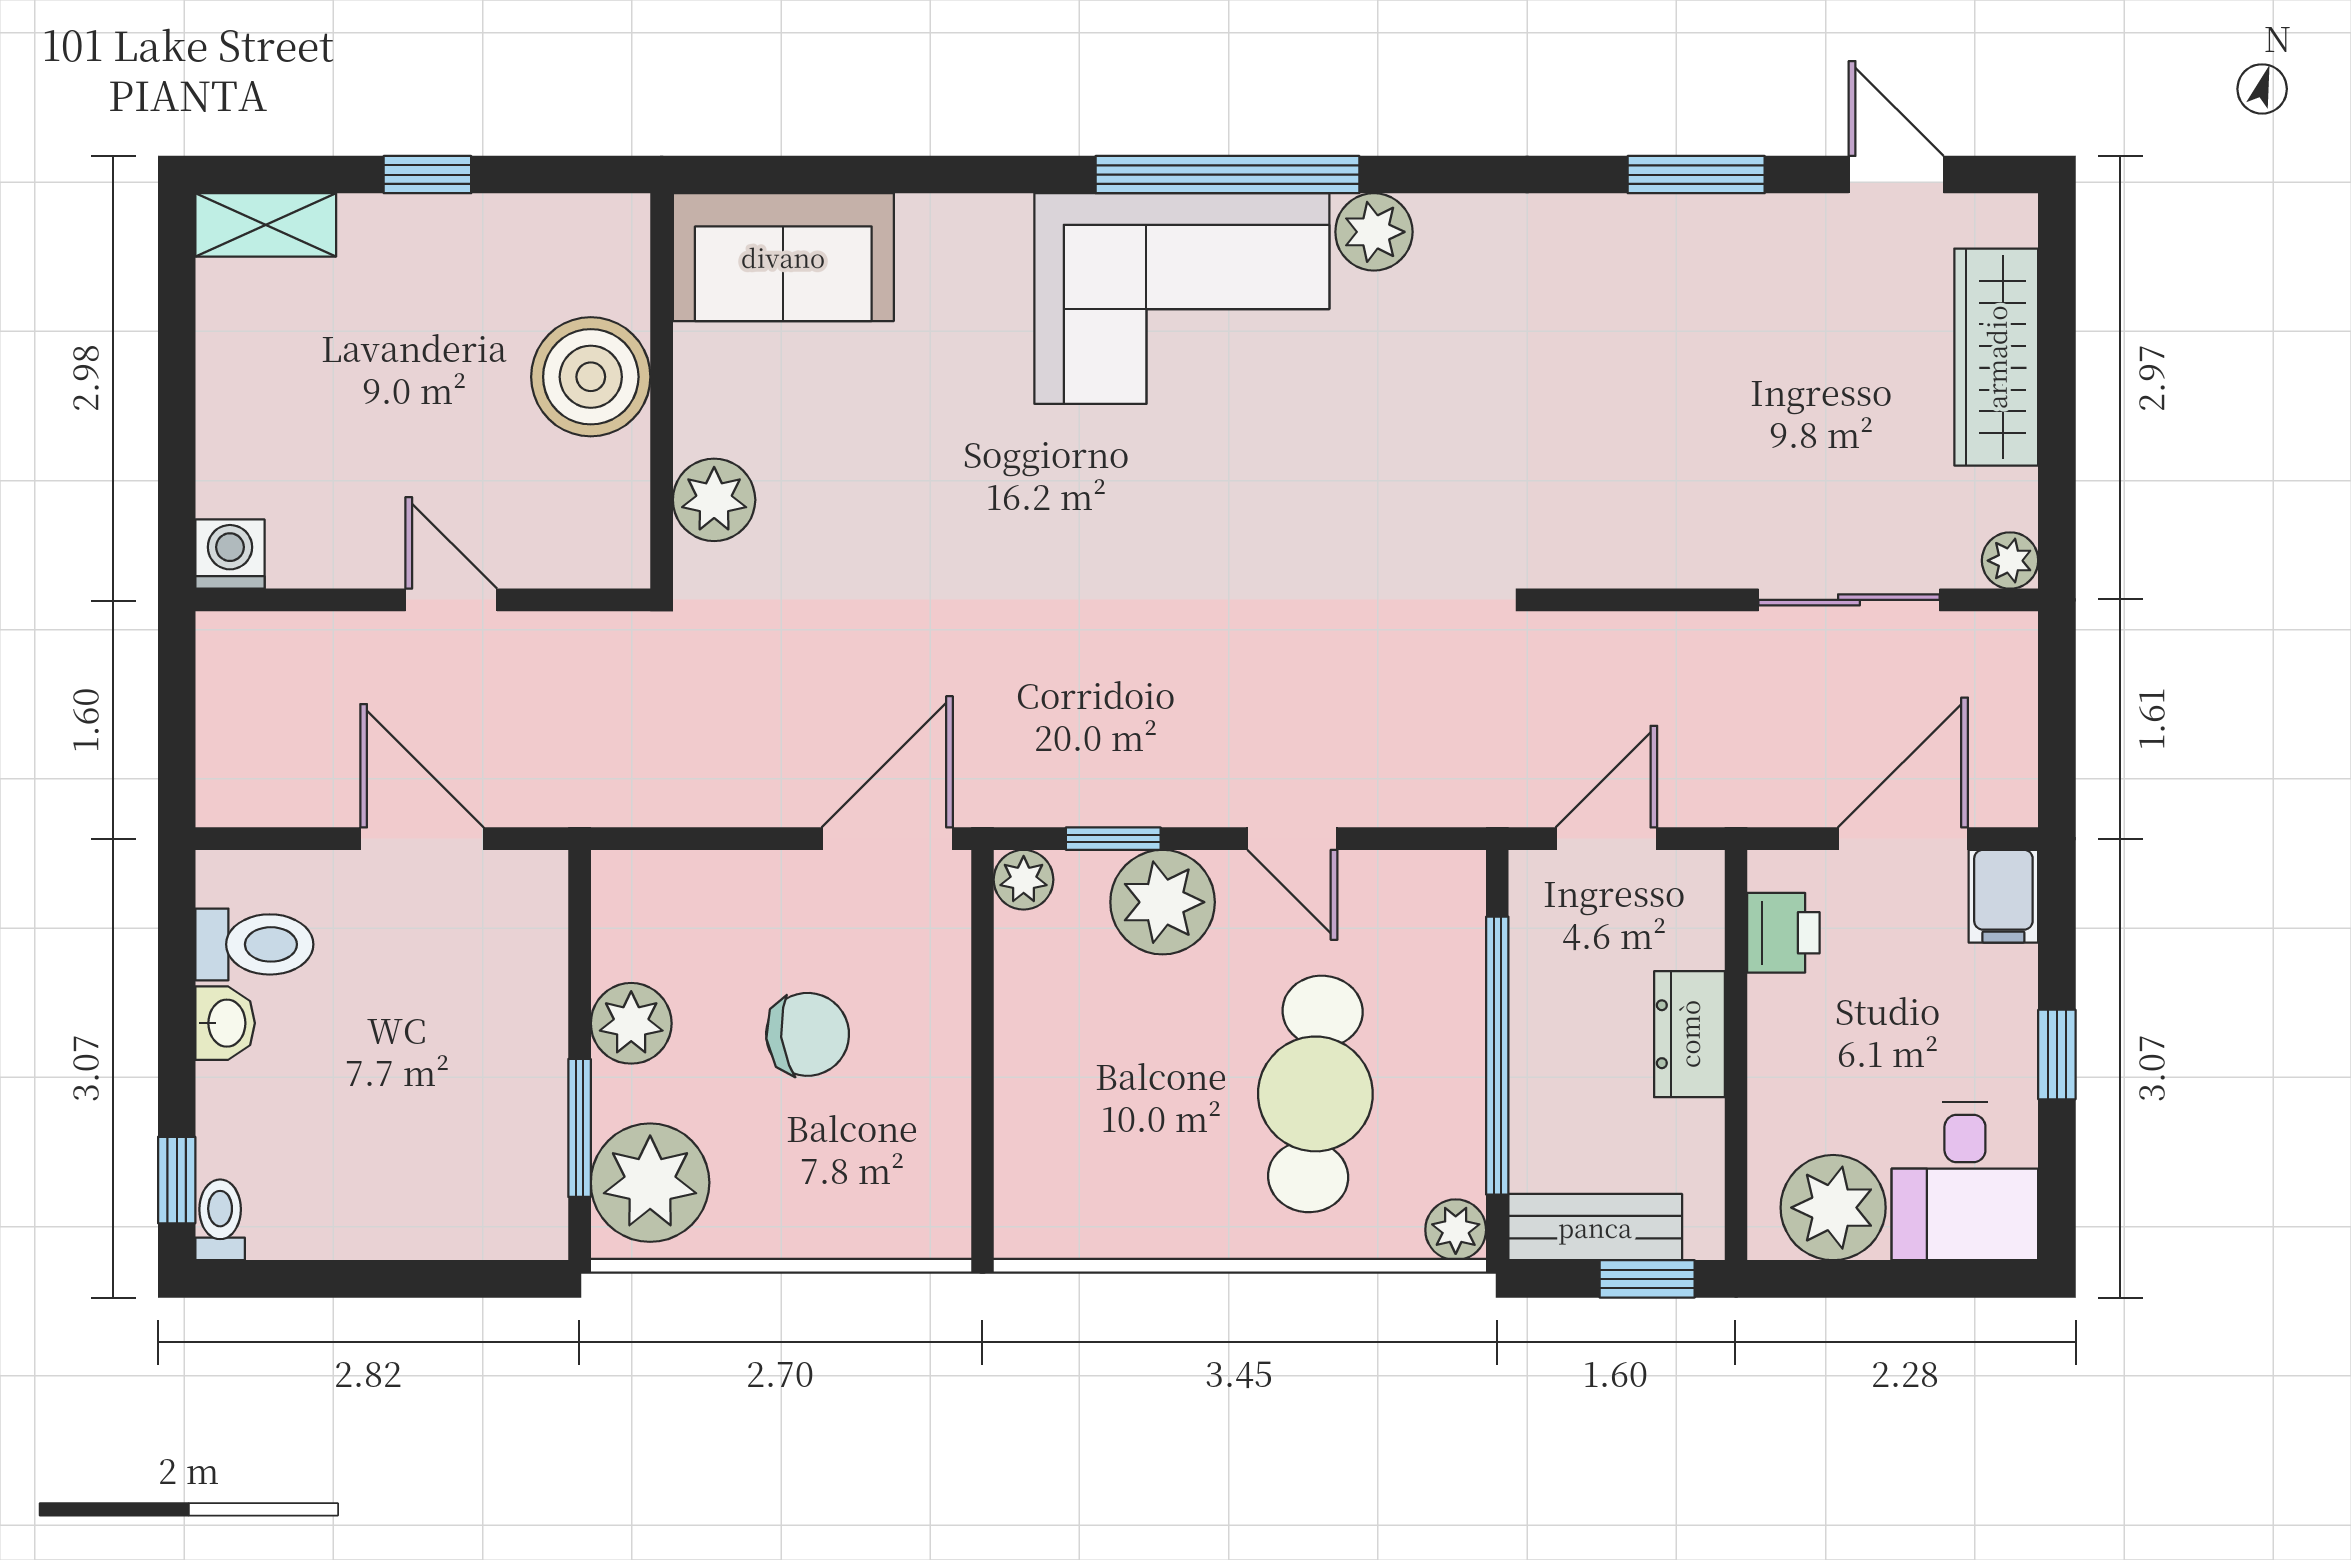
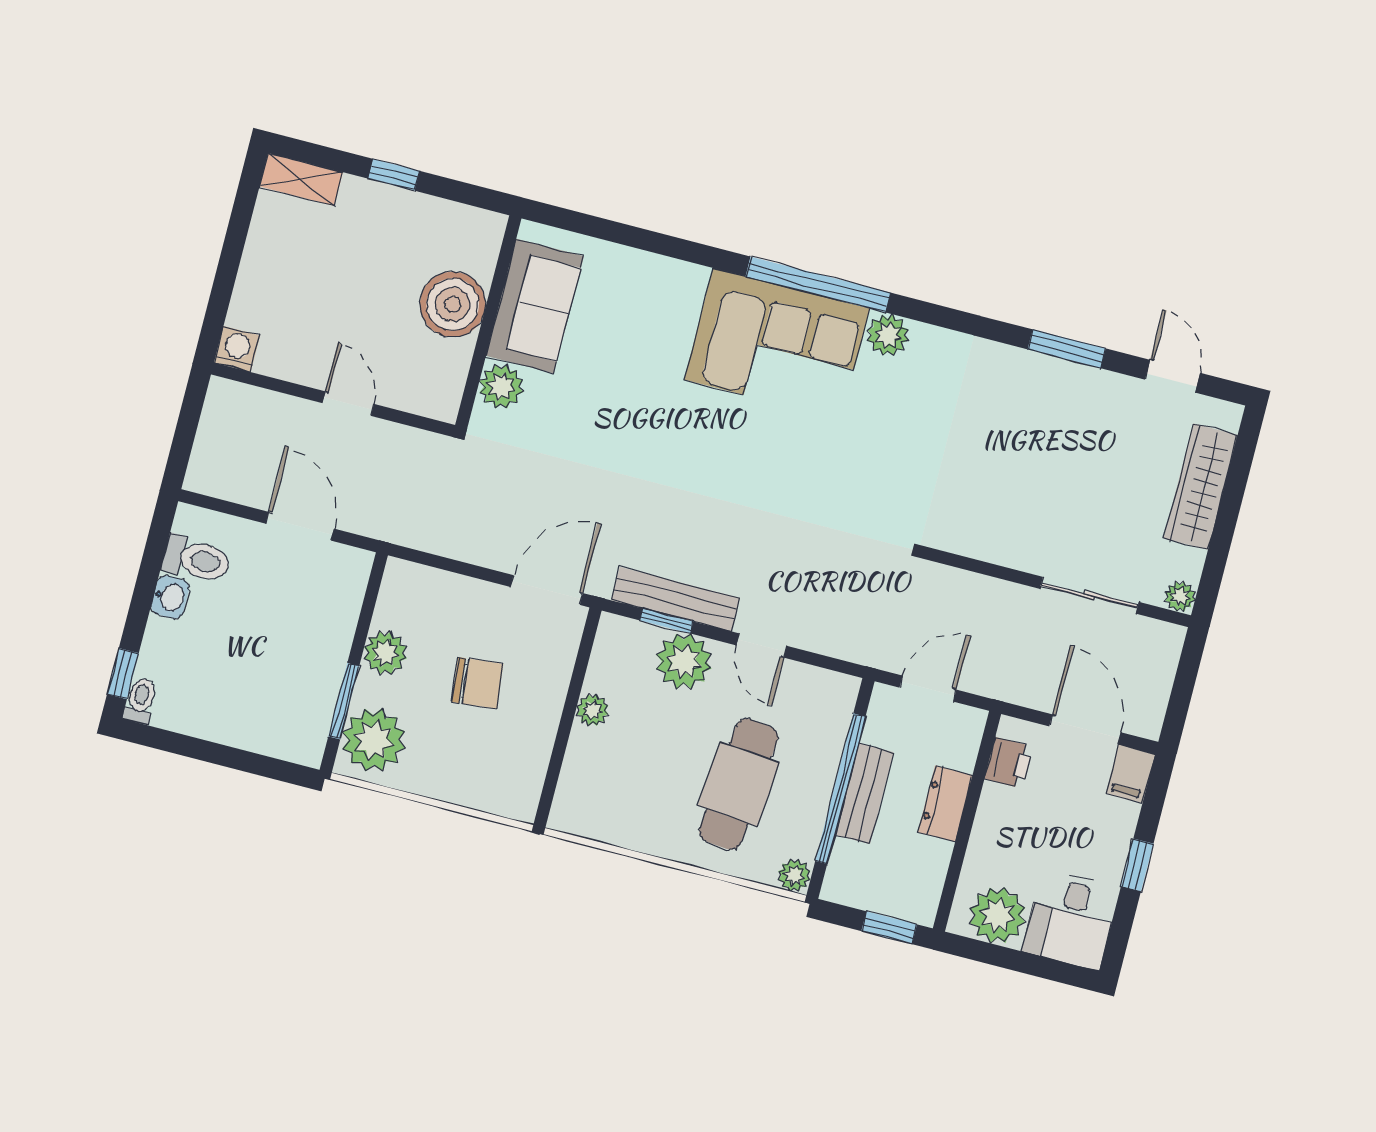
sofa: (783, 257) -> (535, 306), moved, turned -90
bench: (1119, 796) -> (675, 599), added
door: (1903, 839) -> (1085, 729), hinge flipped
plant: (1024, 880) -> (593, 710), moved
bench: (1595, 1227) -> (864, 794), moved, turned 90

